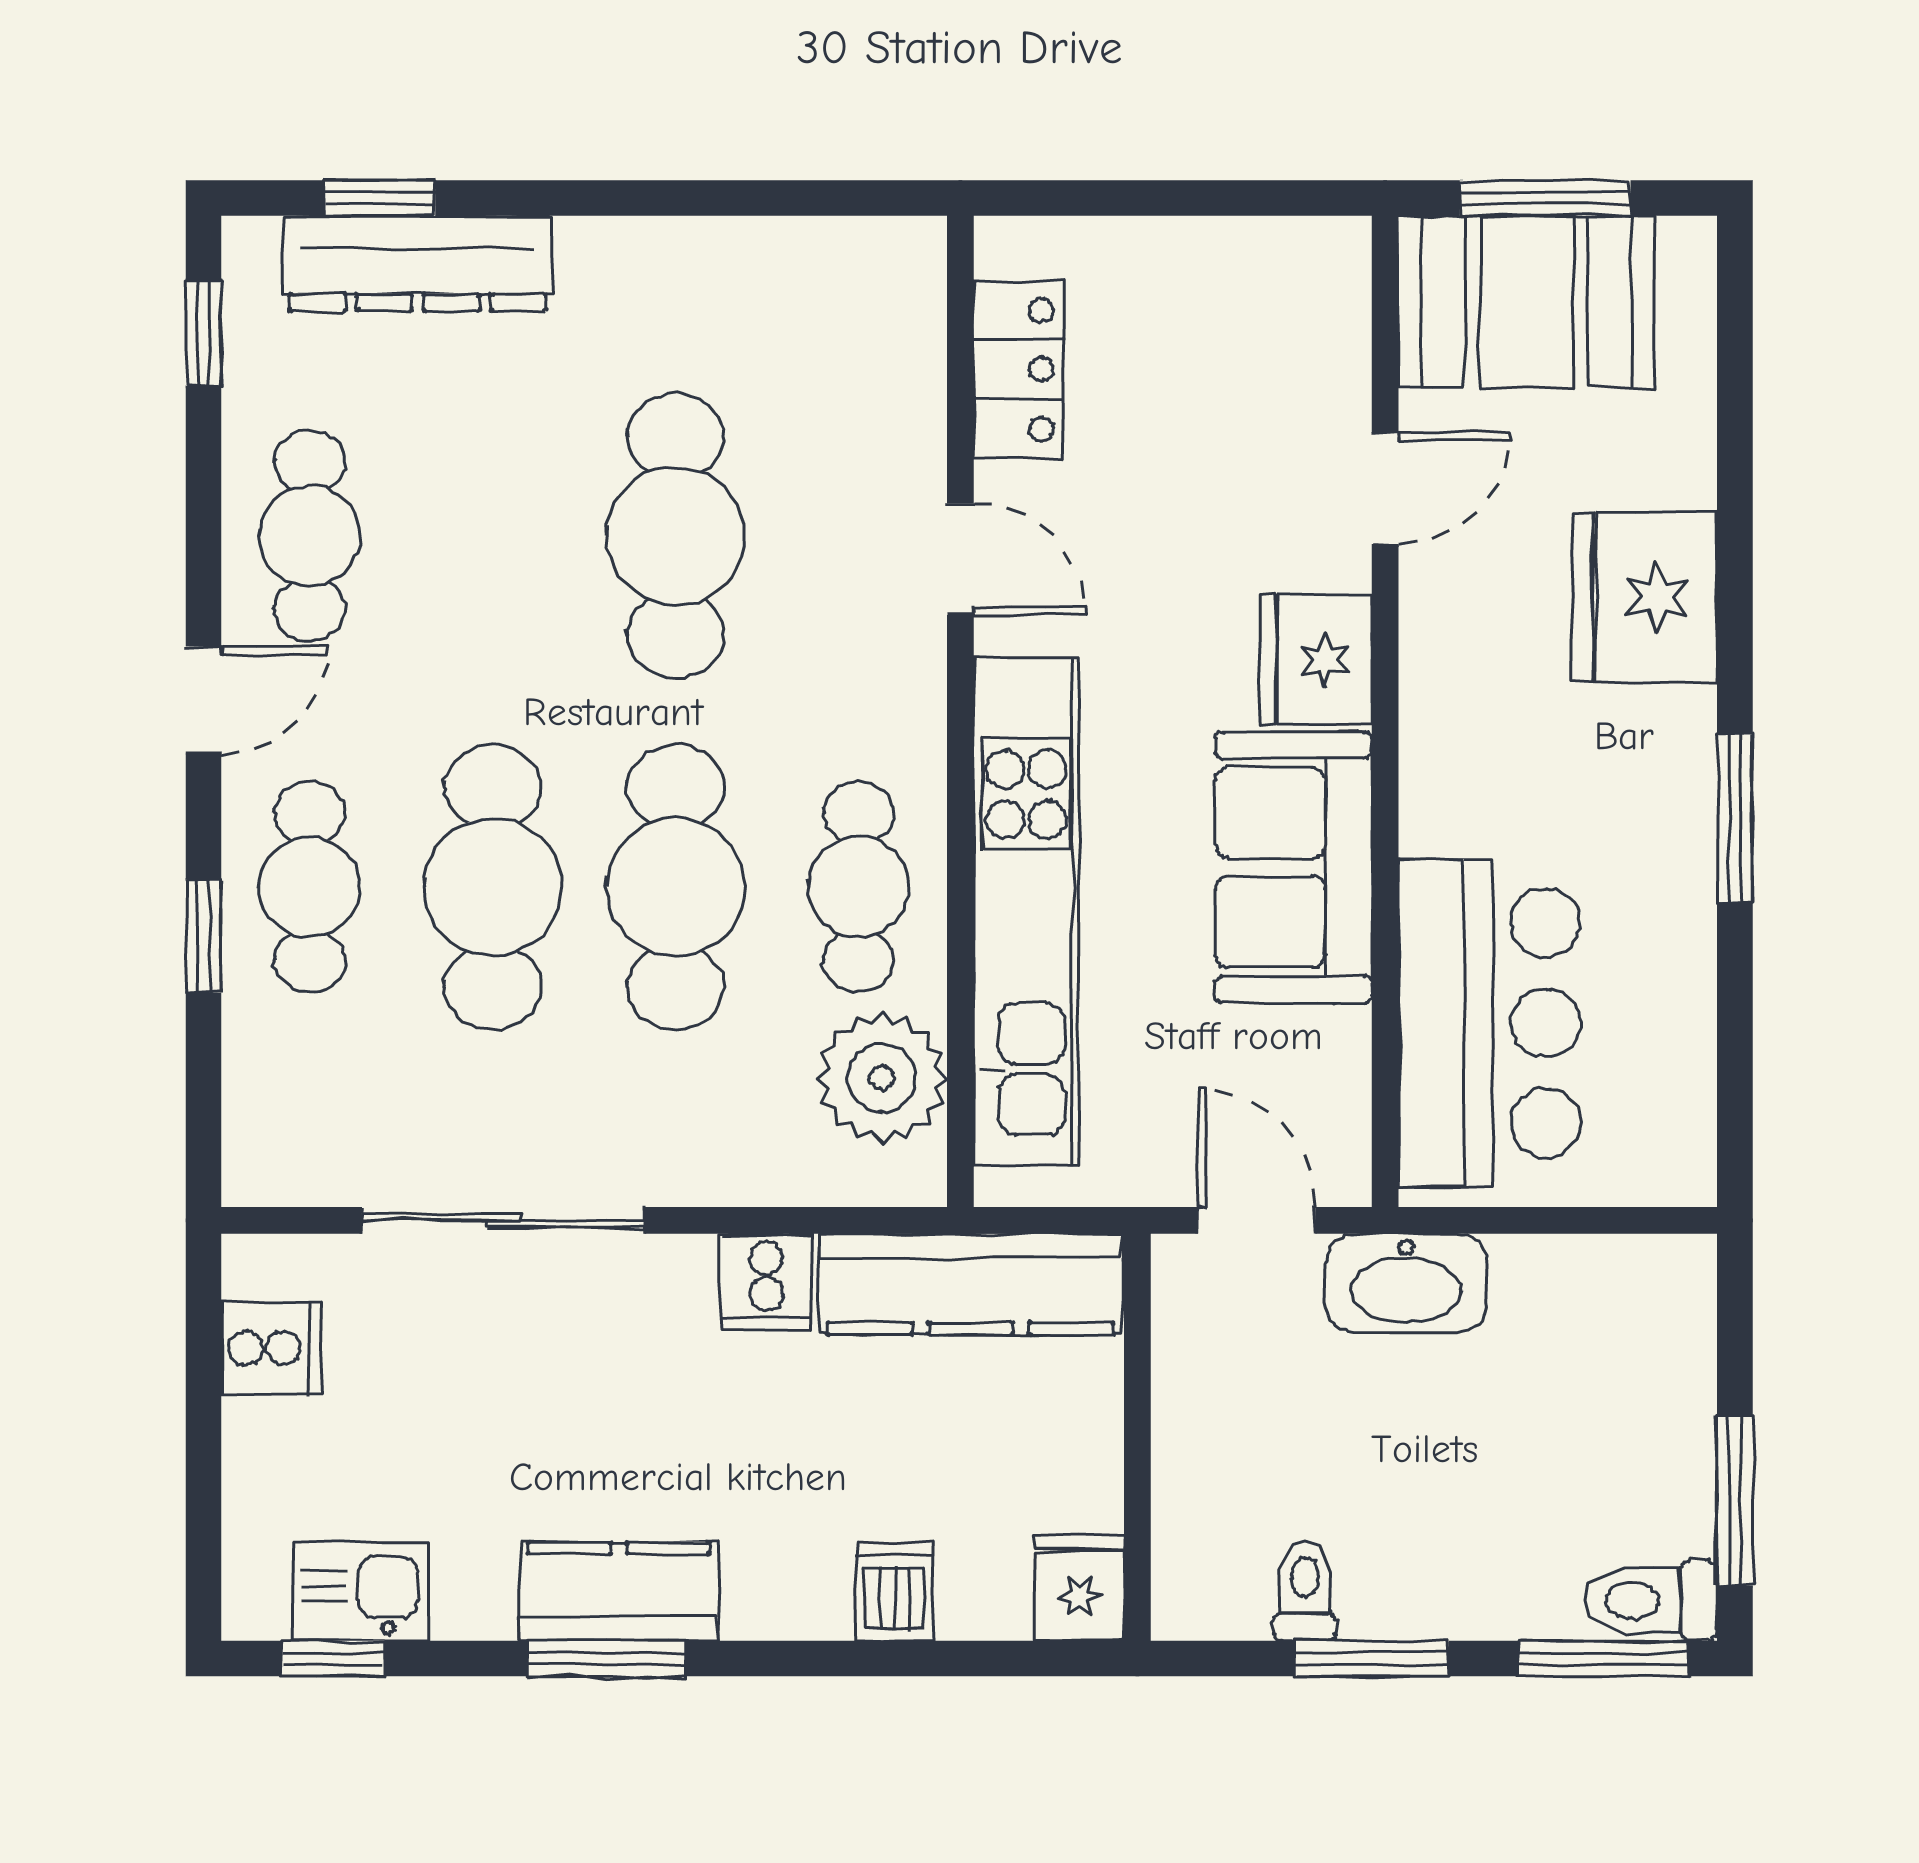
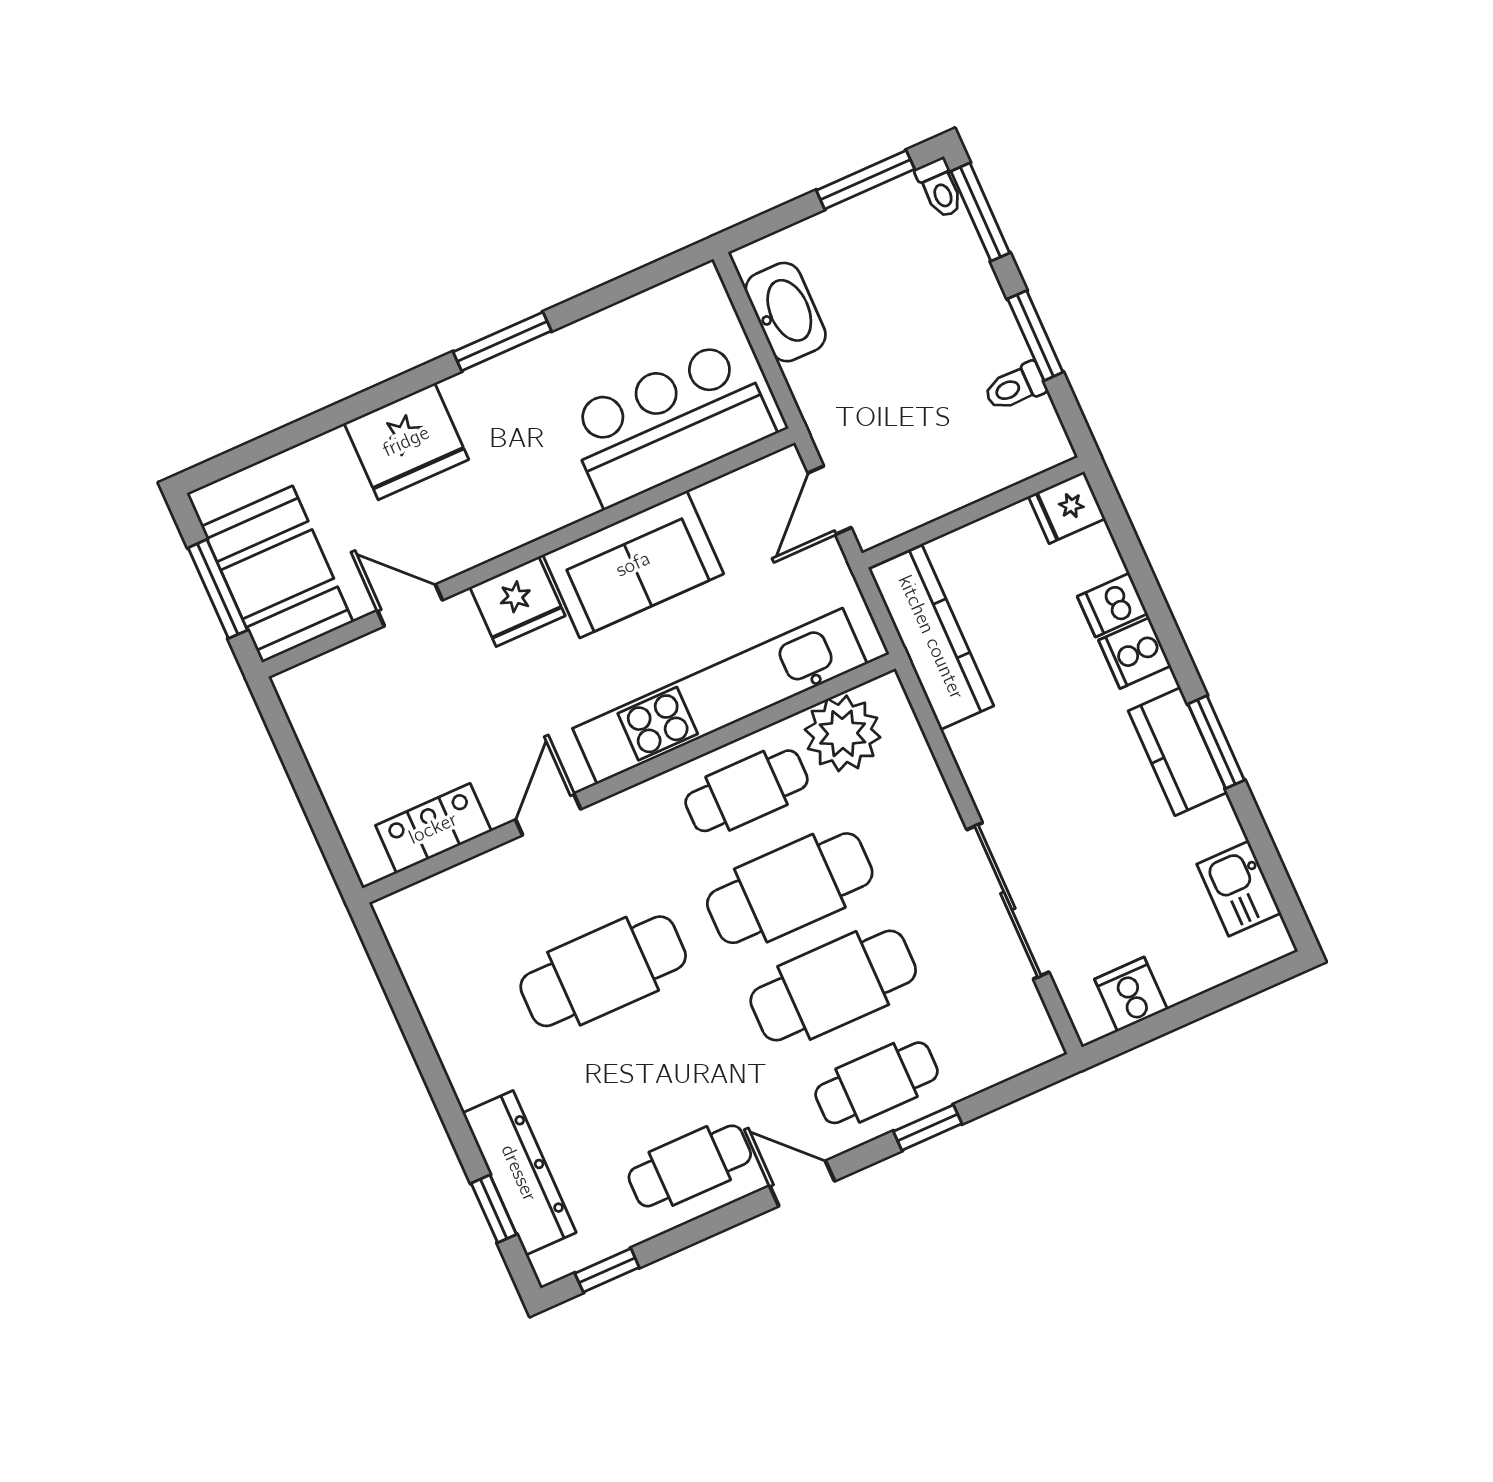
cooker: (767, 1282) -> (1135, 653), moved, turned 180
washbasin: (1406, 1283) -> (786, 312), moved
toilet: (1651, 1601) -> (940, 188), width x0.73, depth x0.72
window: (333, 1659) -> (1281, 888), removed

